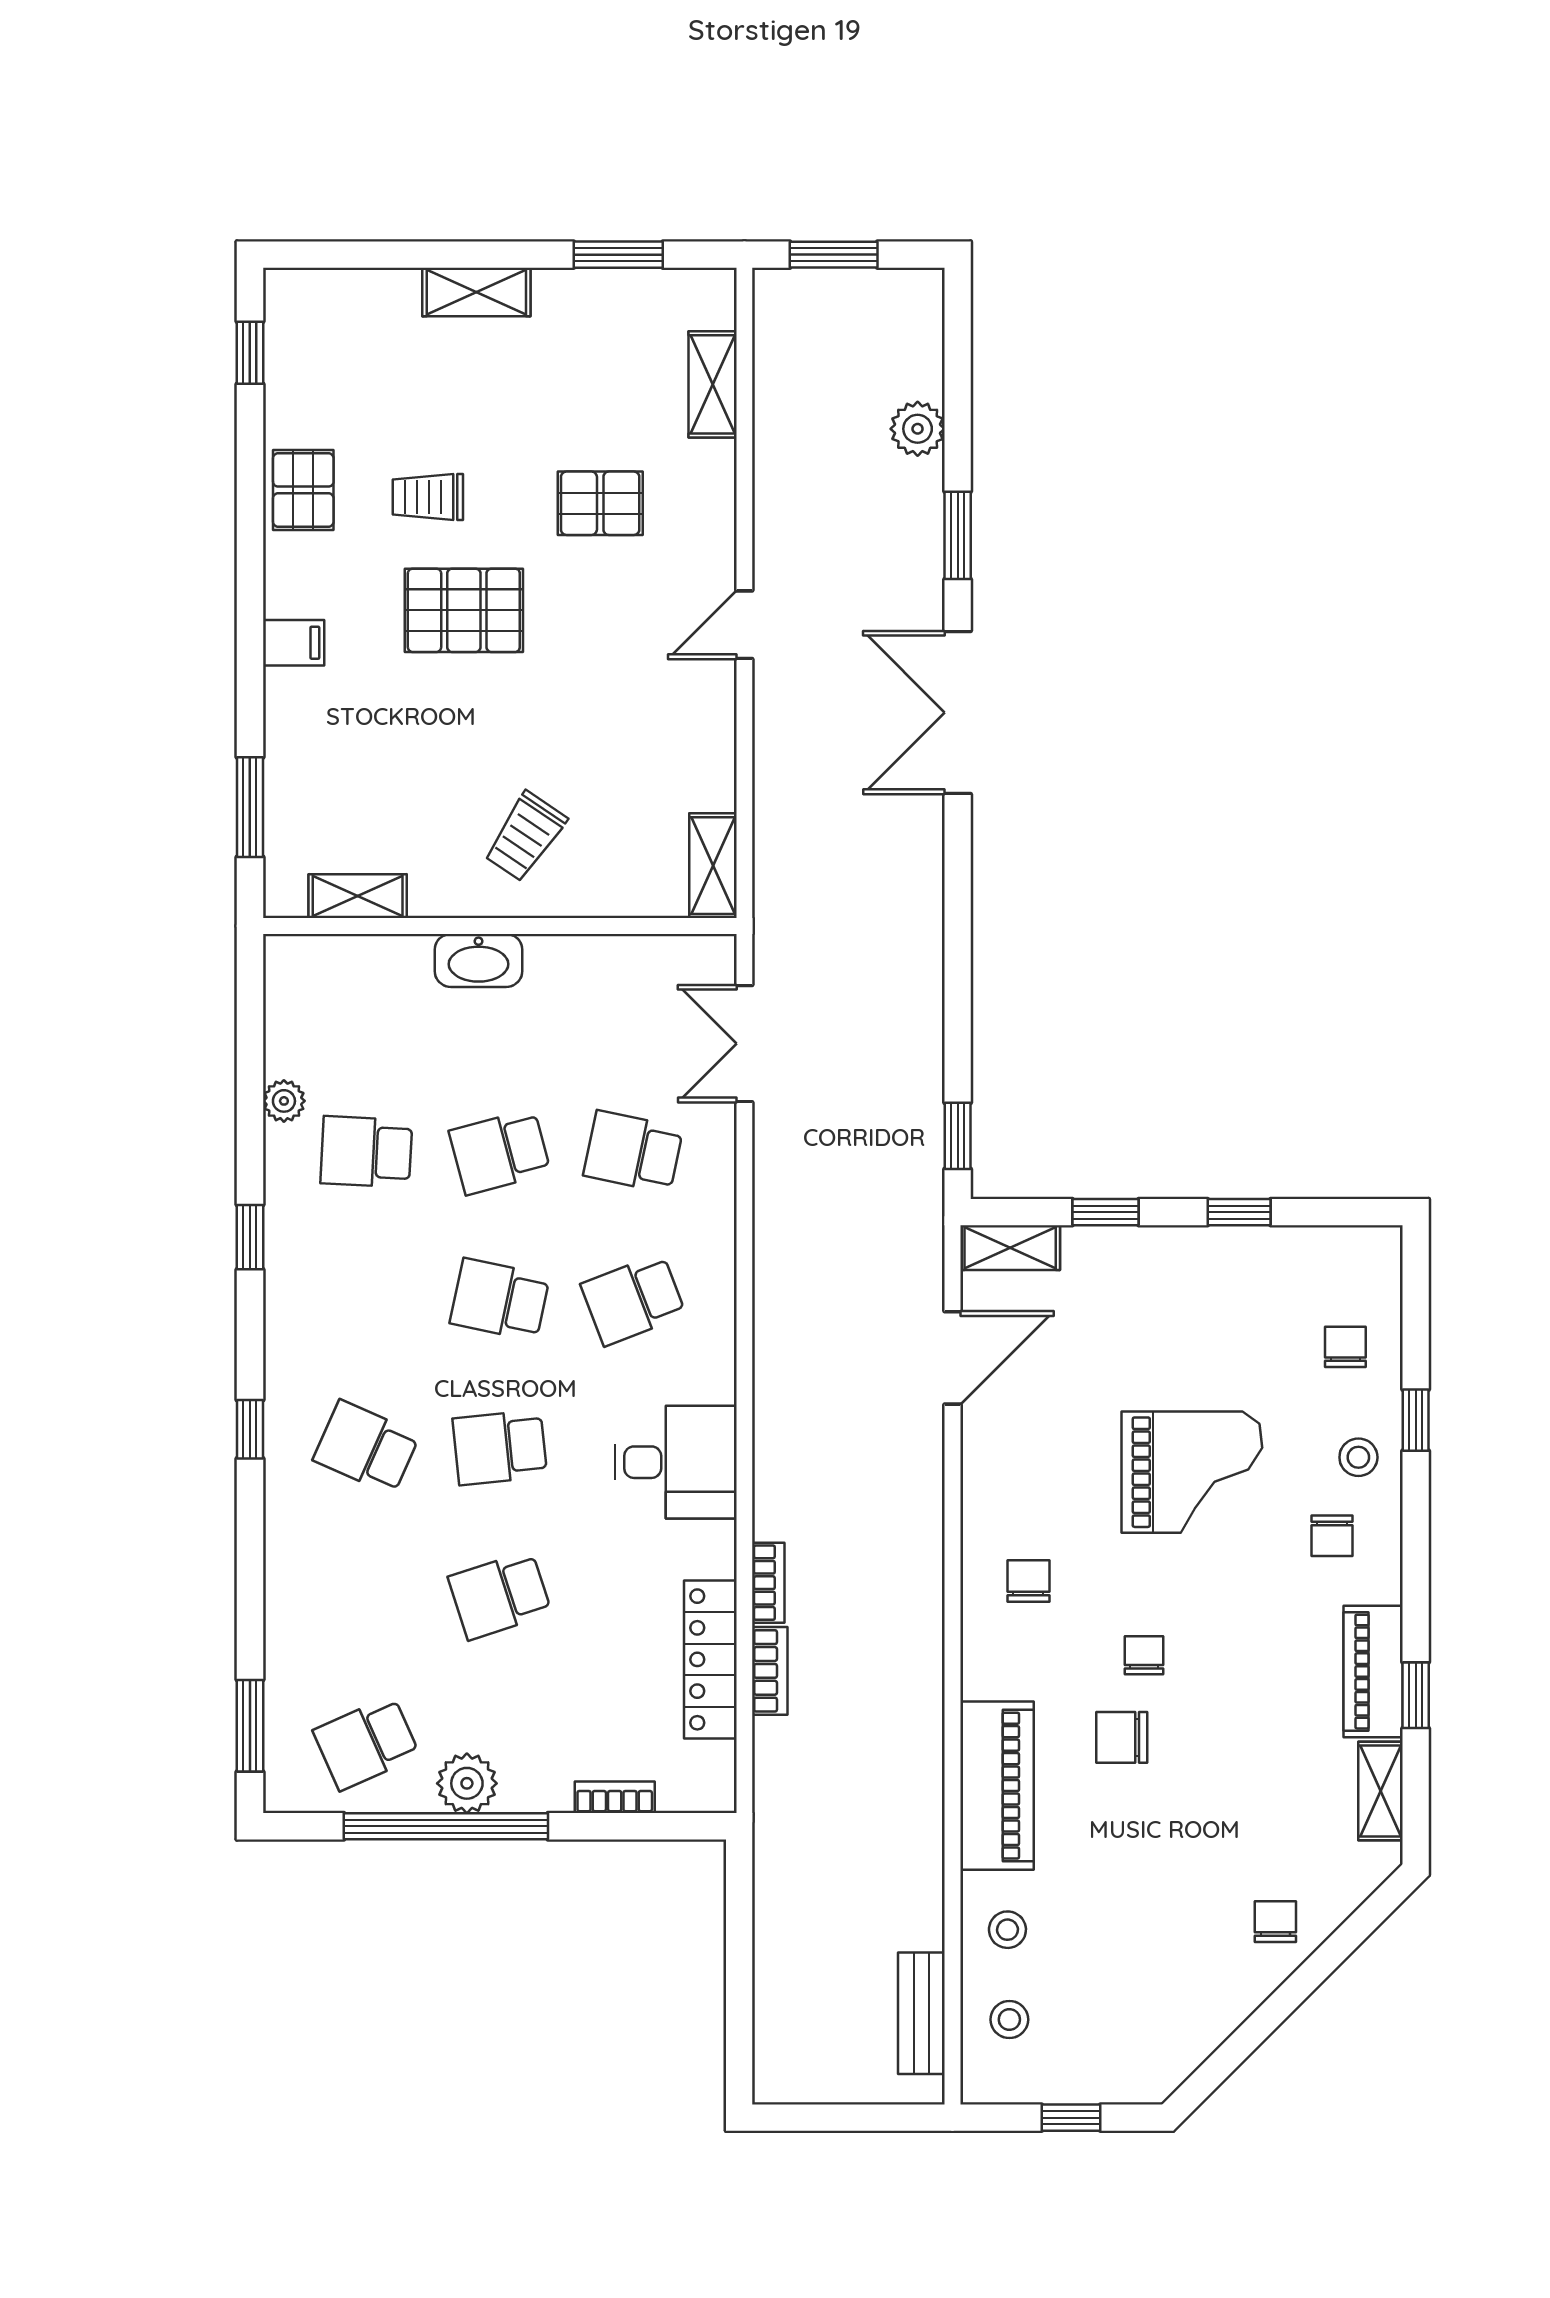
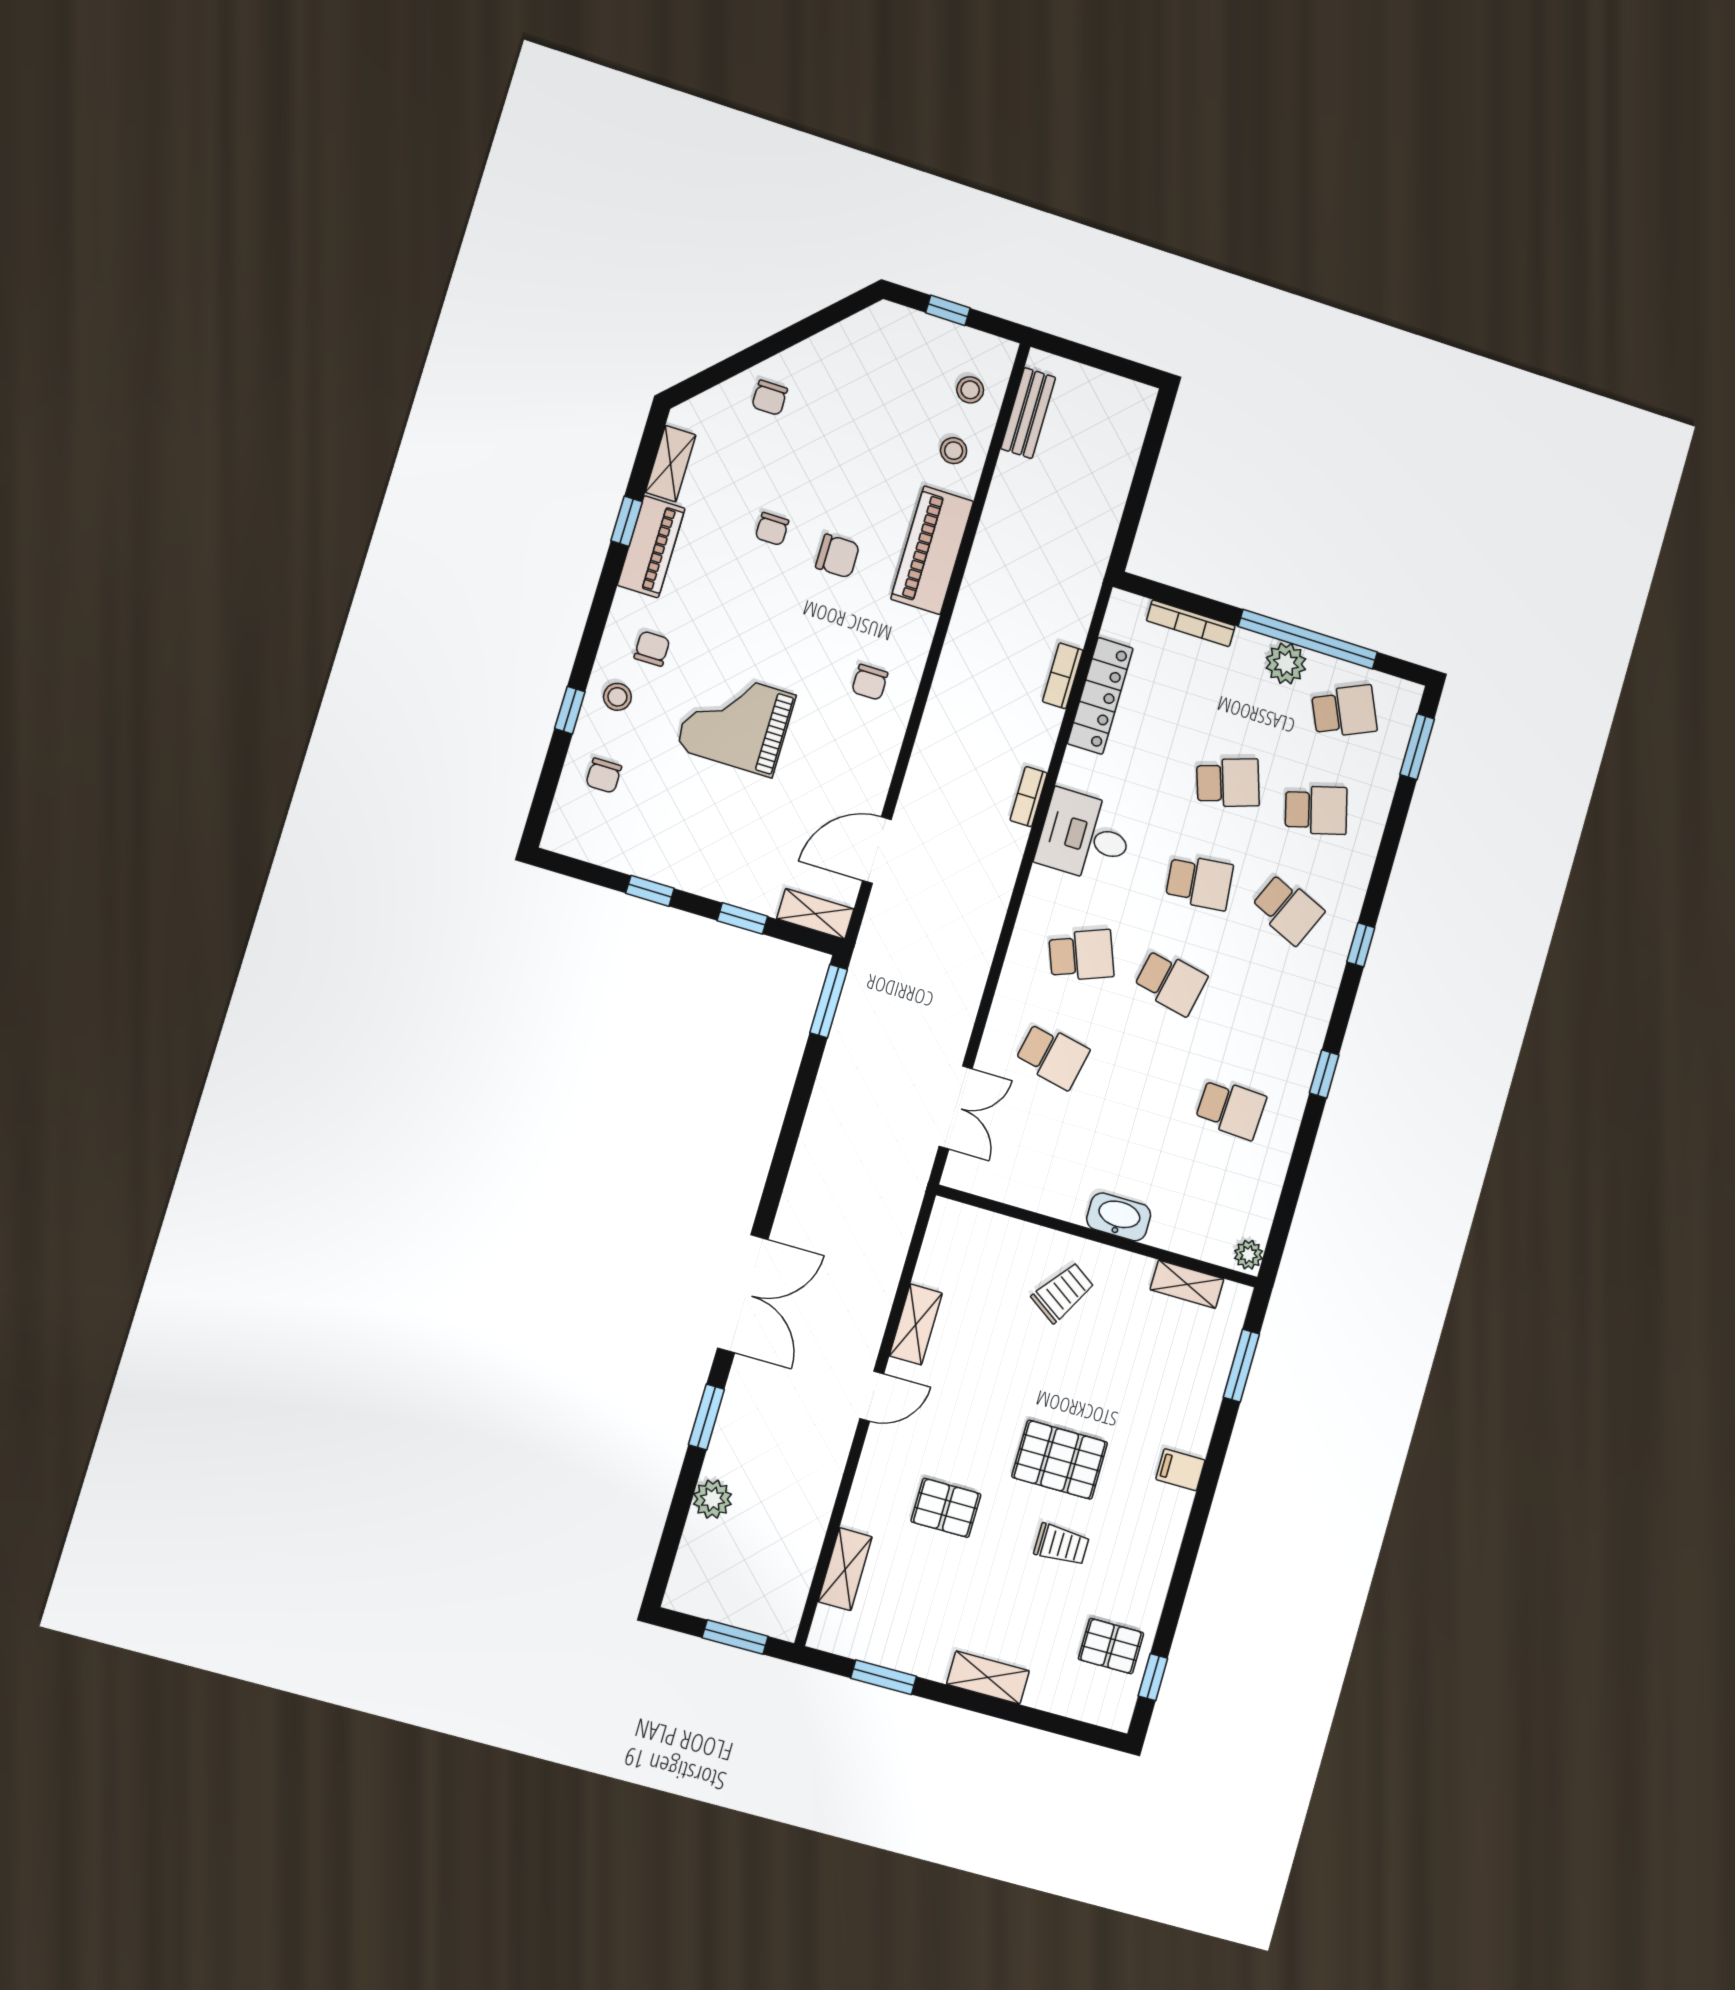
pallet: (303, 490) -> (1111, 1646), moved, turned 90
shelving: (713, 866) -> (916, 1324), moved
plant: (284, 1101) -> (1249, 1255), moved
window: (958, 1136) -> (829, 1001), width x1.50
school desk: (500, 1152) -> (1316, 810), moved
bookcase: (768, 1583) -> (1029, 797), moved
chair: (1144, 1655) -> (772, 529), moved
bookcase: (615, 1797) -> (1191, 623), width x1.56

